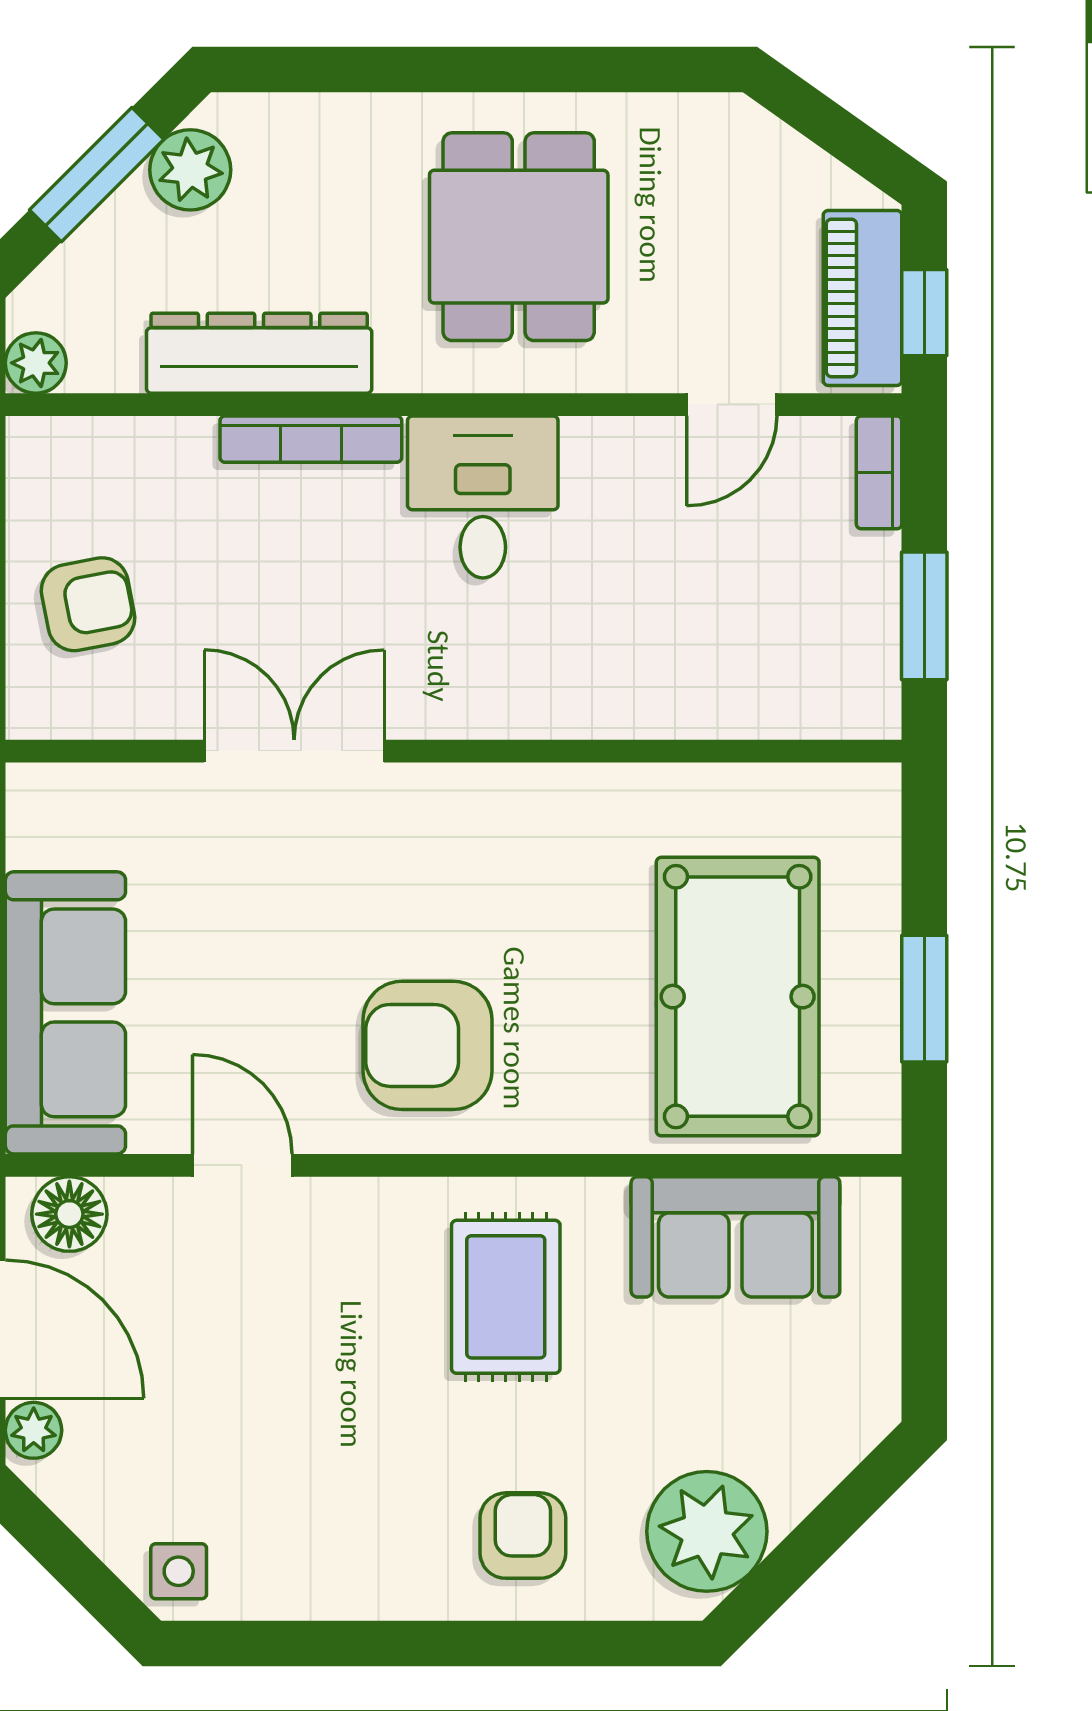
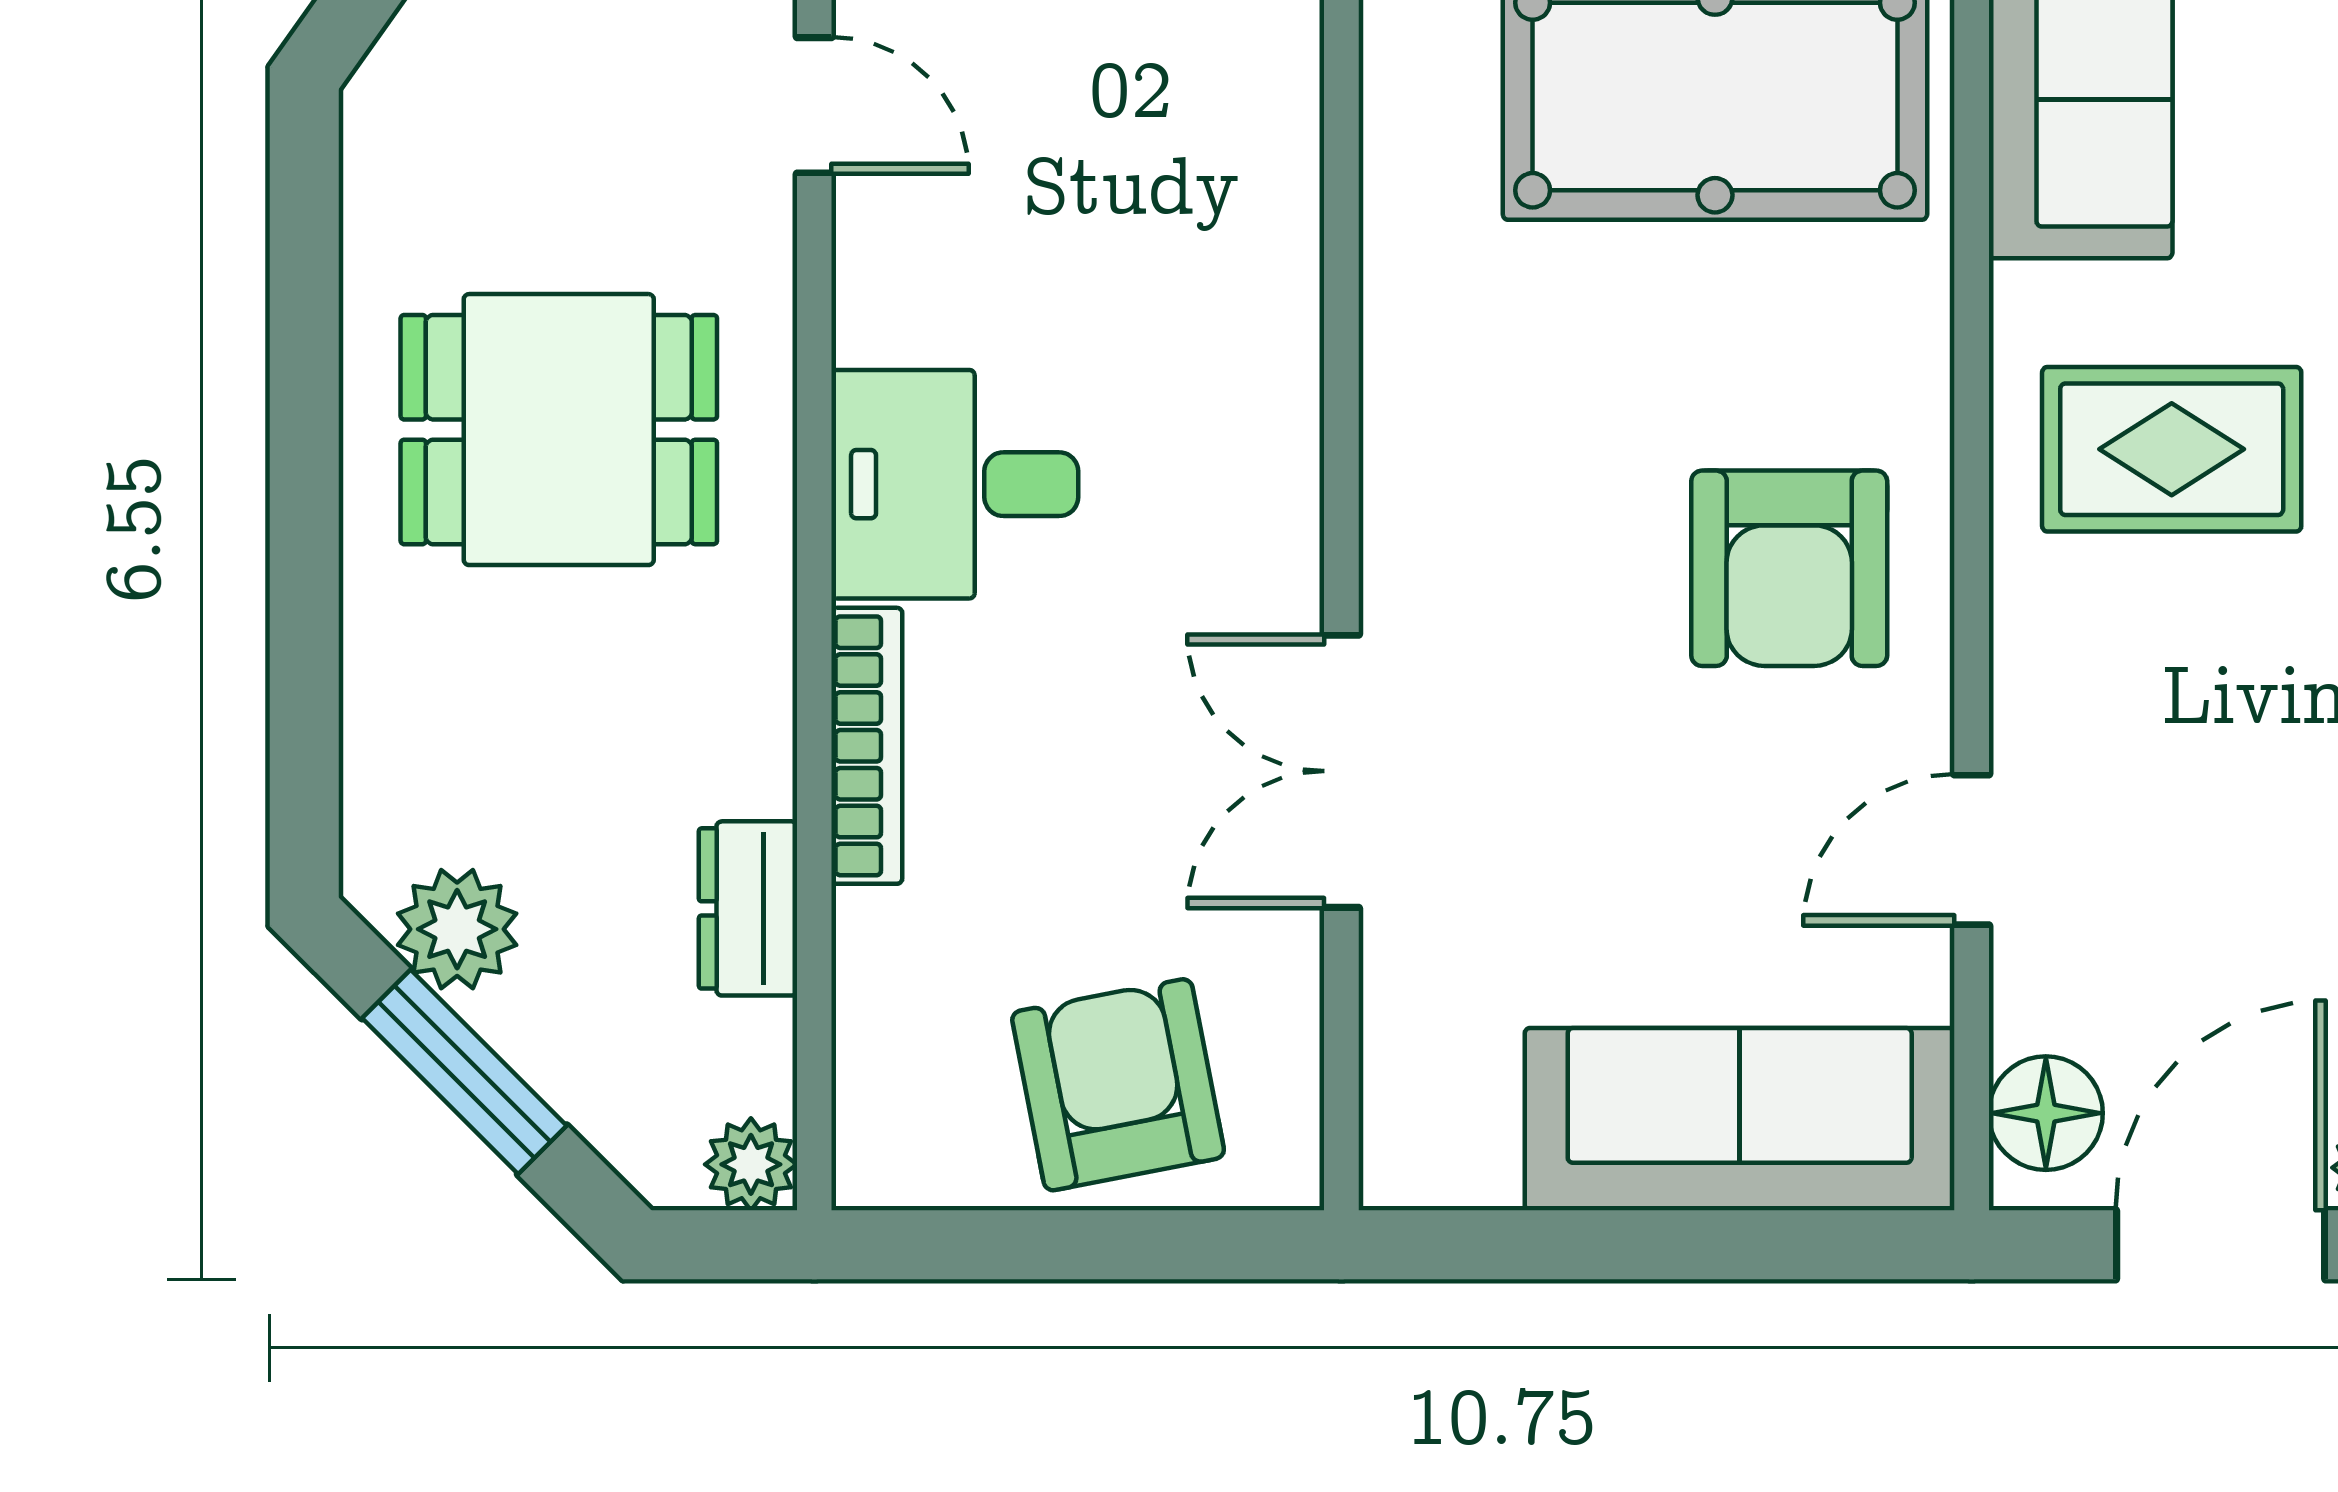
dresser: (259, 353) -> (748, 908), width x0.51, depth x0.80
armchair: (88, 604) -> (1118, 1085), width x1.38, depth x1.38

